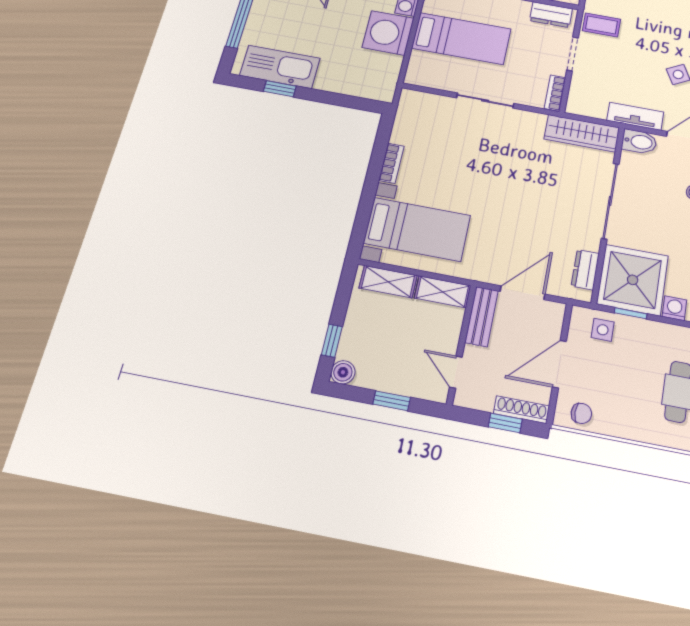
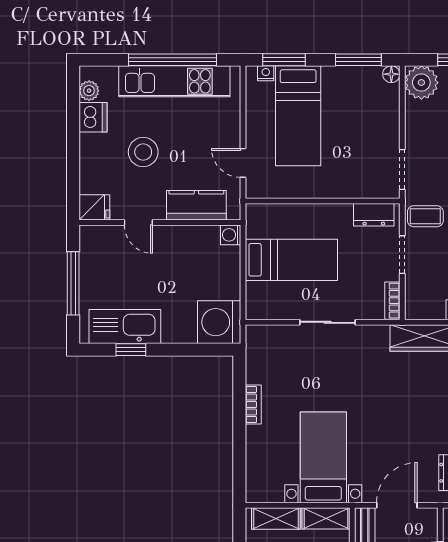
washing machine: (388, 33) -> (219, 322), moved
bed with nightstands: (417, 229) -> (323, 457), moved, turned -90

